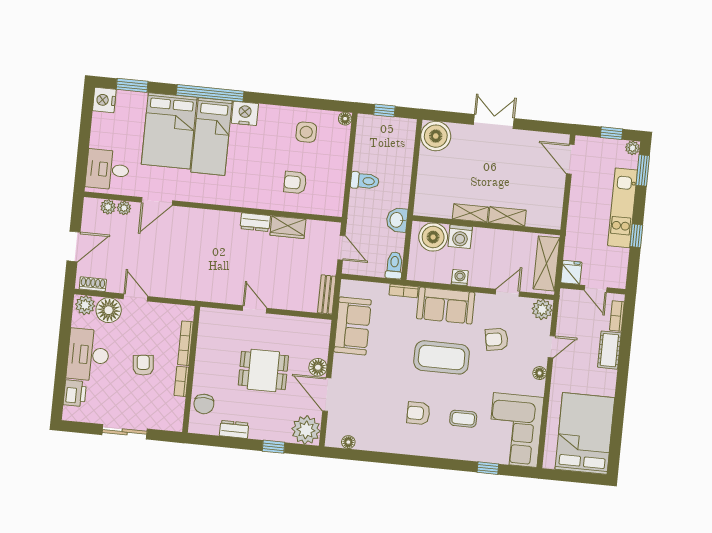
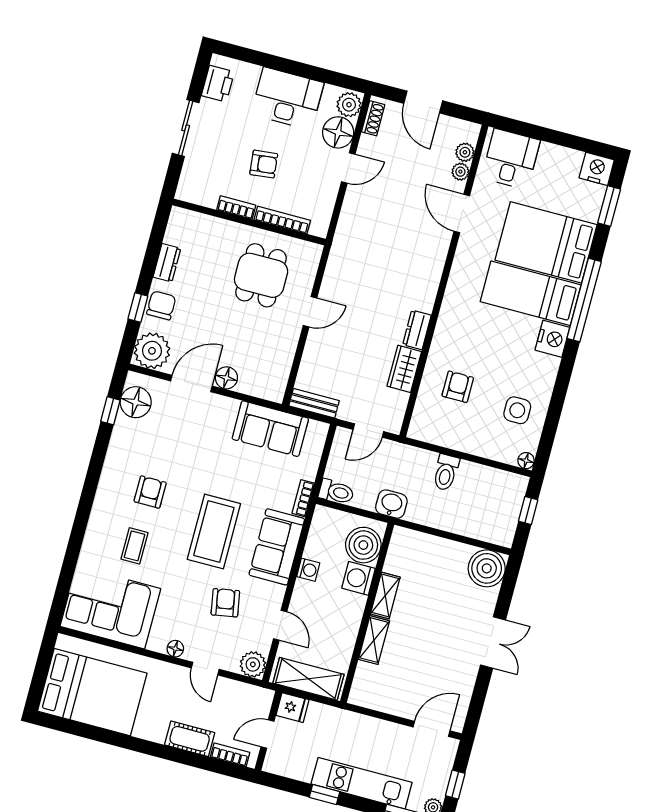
dining table: (263, 370) -> (261, 275), moved
printer: (75, 393) -> (218, 84), moved, turned -90
chair: (204, 404) -> (161, 305), moved, turned 90
floor lamp: (348, 442) -> (136, 402), width x1.89, depth x1.89
window: (488, 468) -> (110, 411), moved

